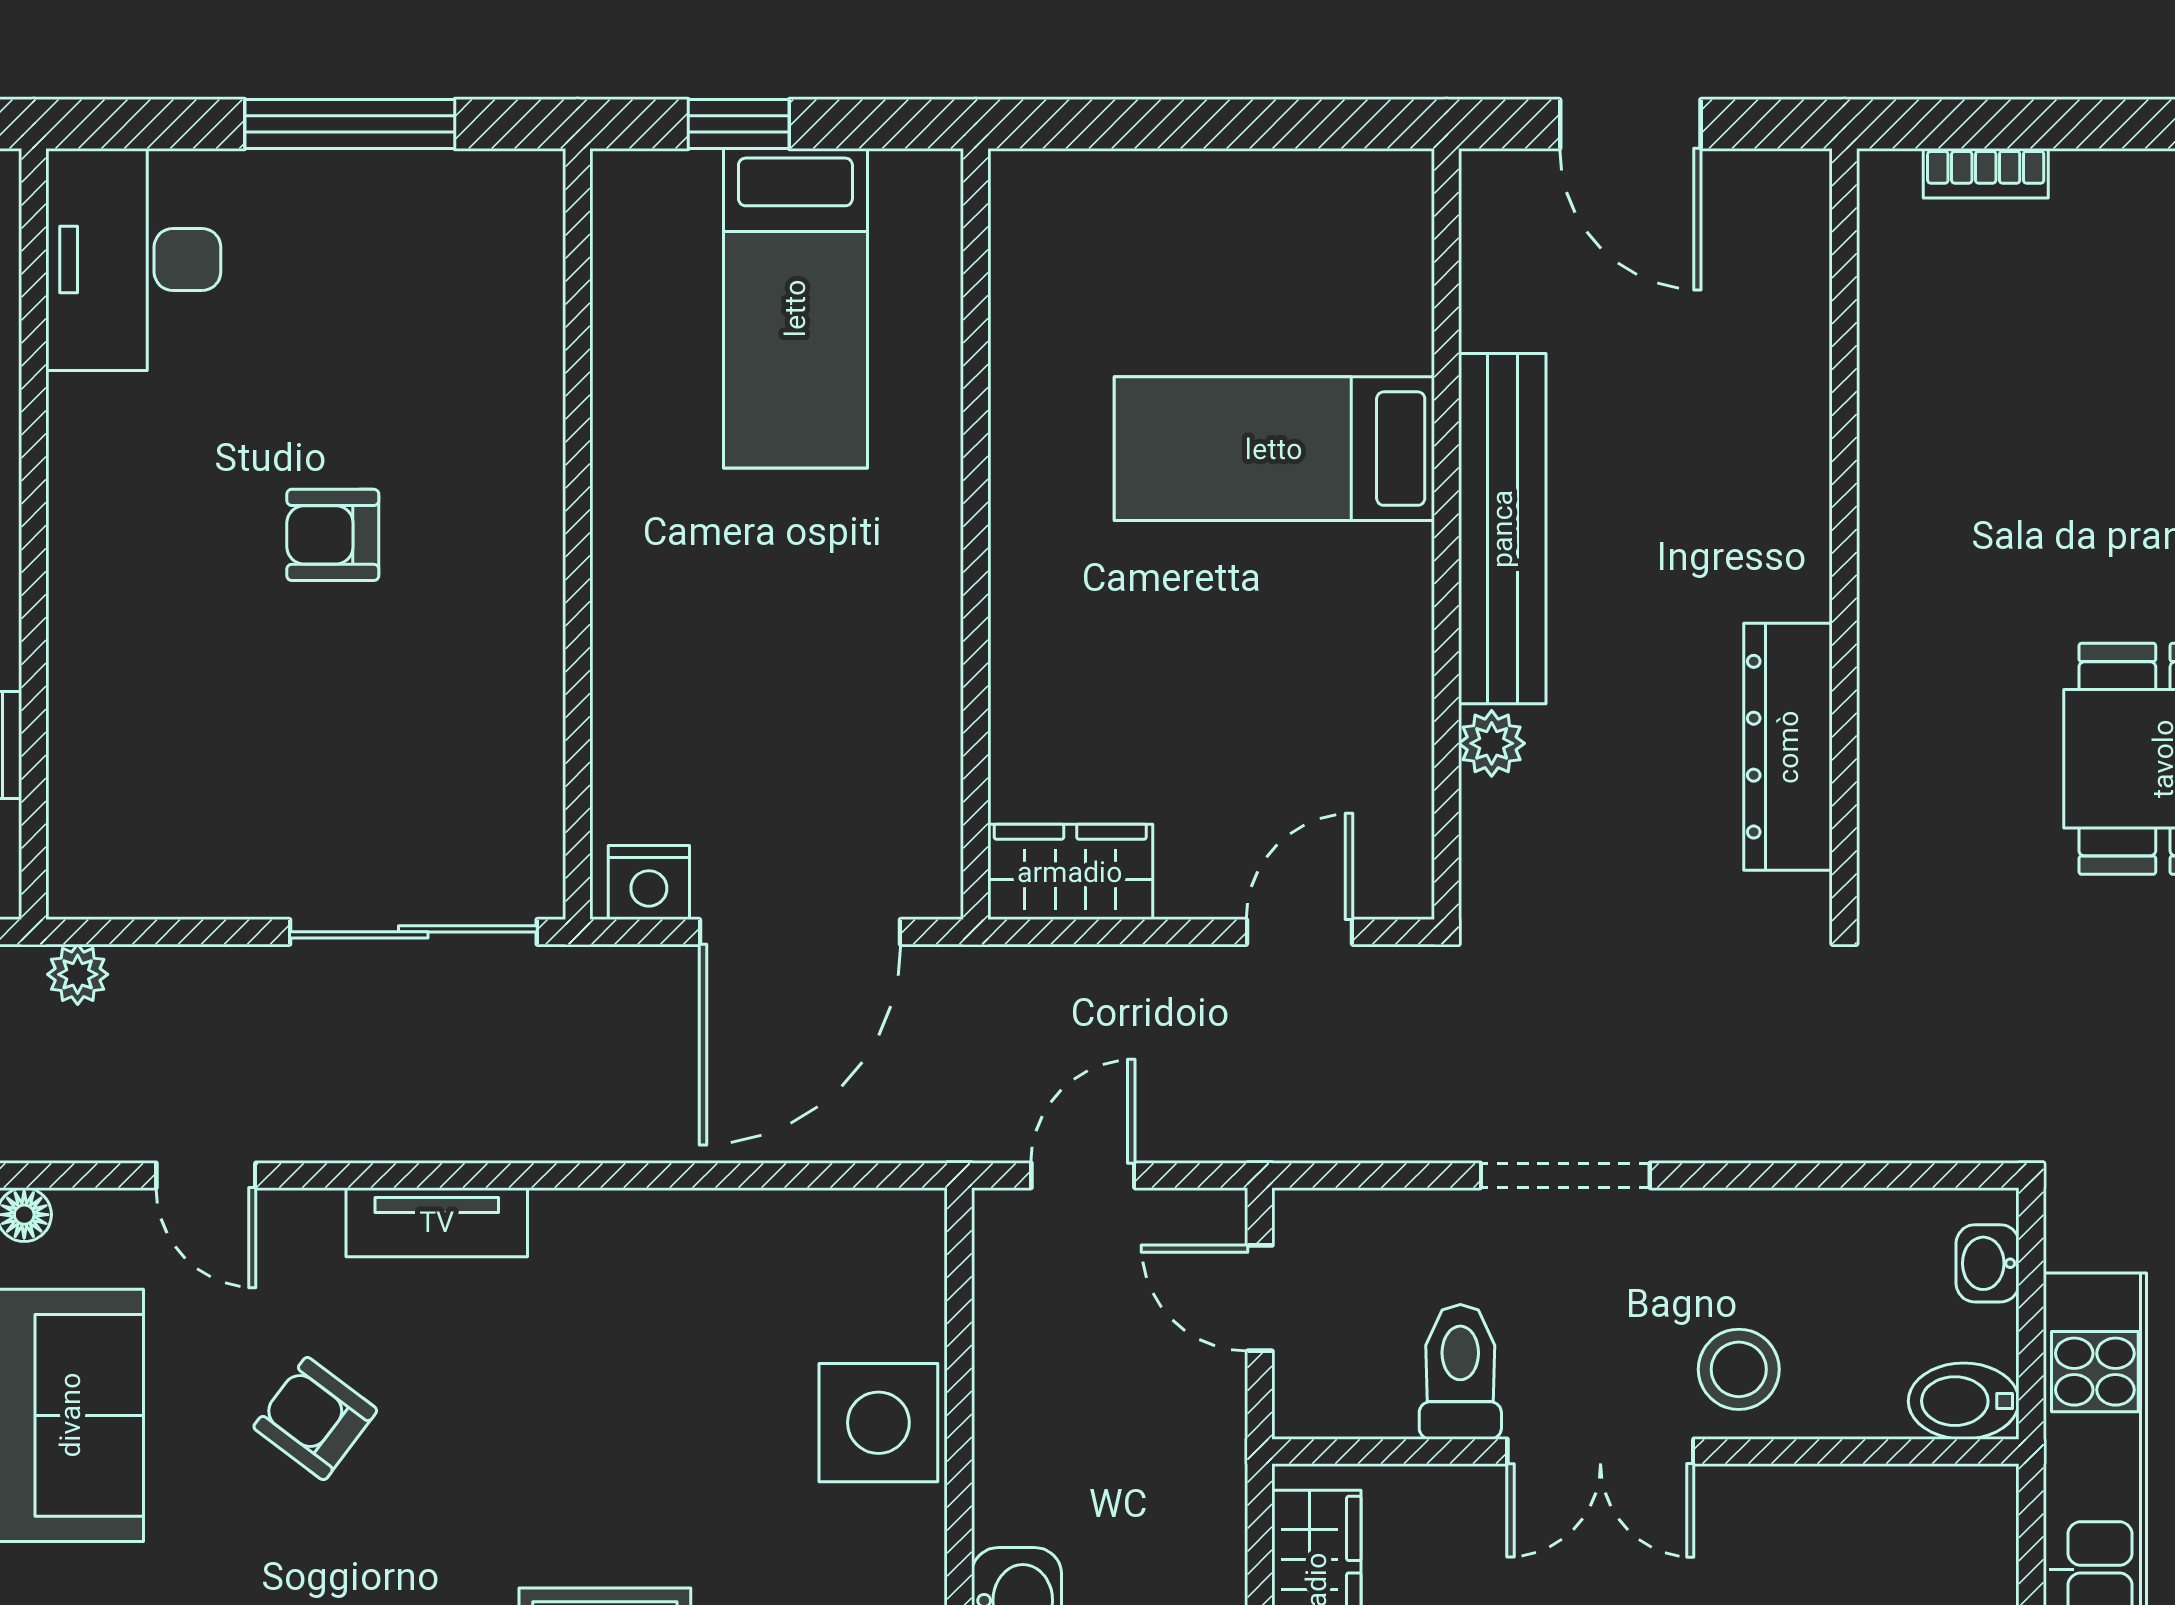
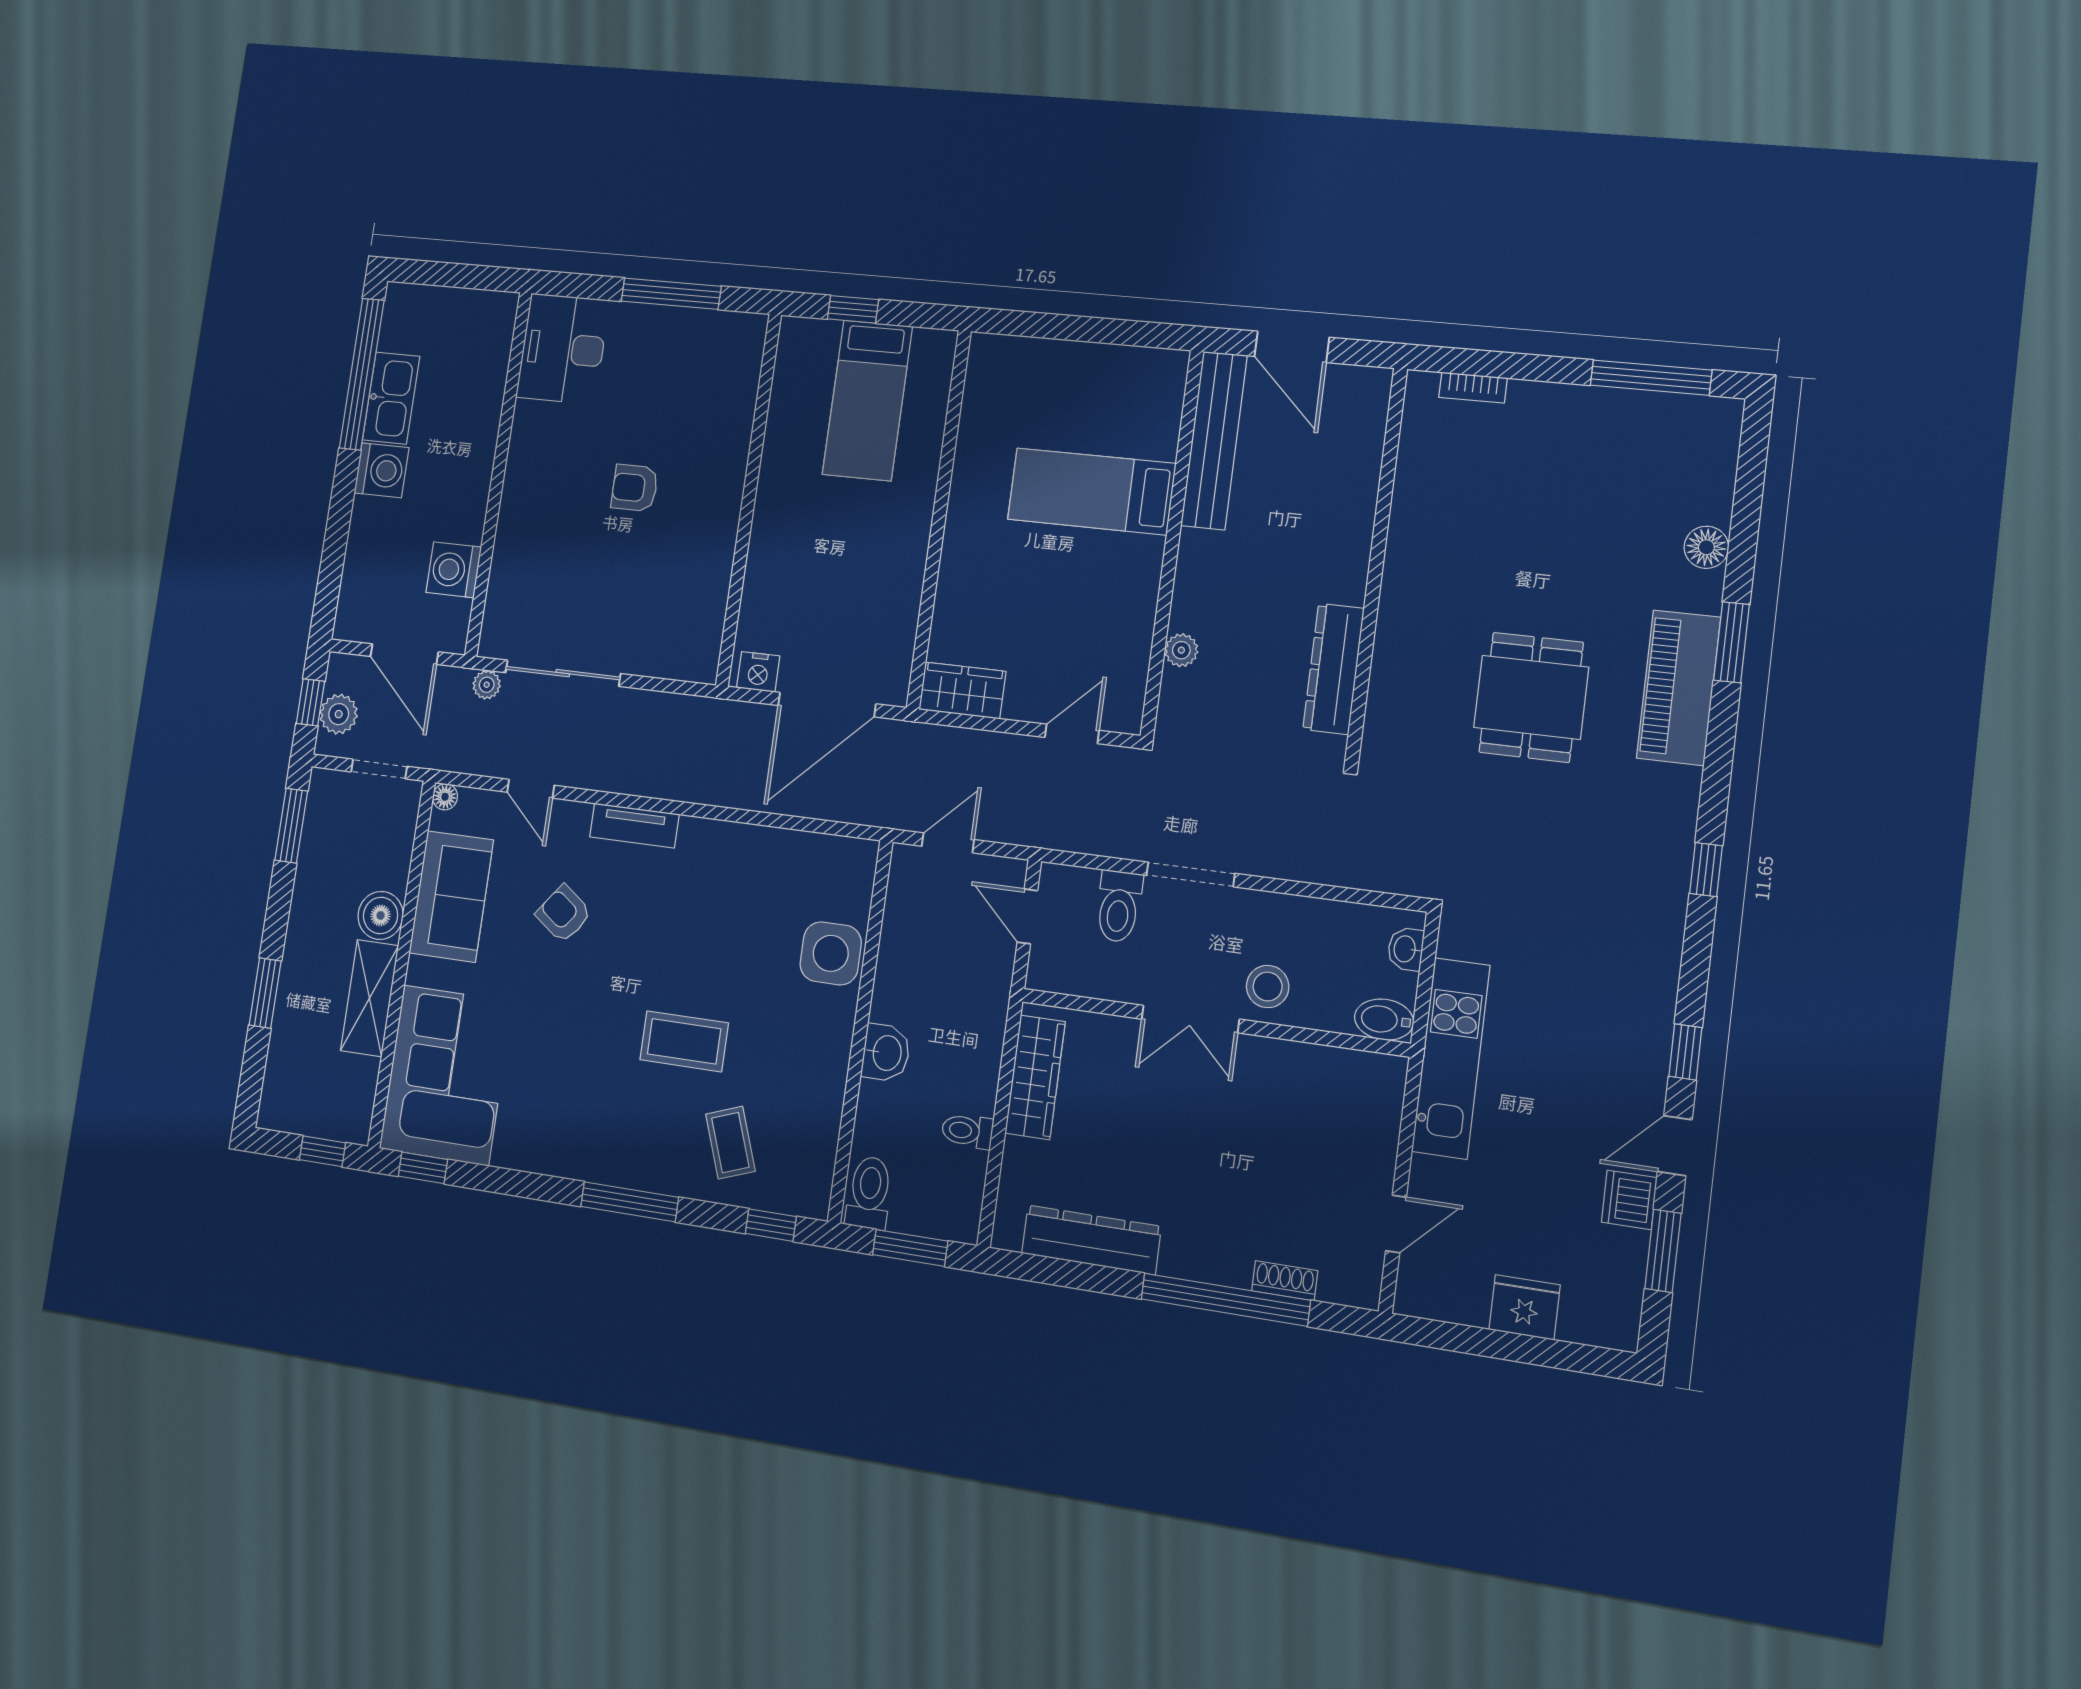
bench: (1502, 529) -> (1214, 440), moved
sliding door: (413, 932) -> (563, 673), moved
toilet: (1460, 1372) -> (1119, 906), moved, turned 180

